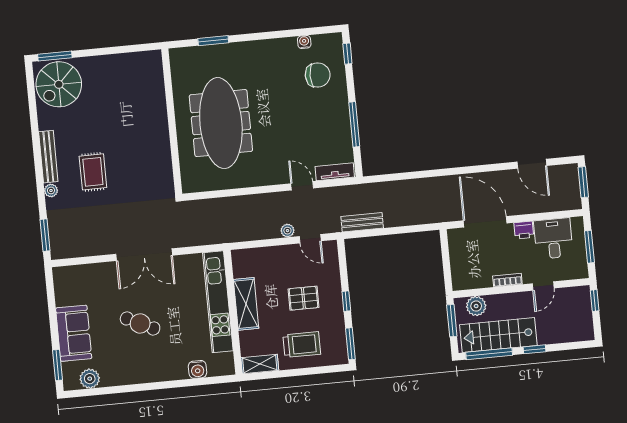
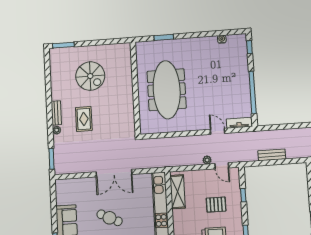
chair: (318, 75) -> (230, 60), removed
spiral stairs: (59, 84) -> (90, 76), moved, turned -90
window: (354, 124) -> (253, 92), width x1.46
bench: (48, 157) -> (56, 113), width x0.73
bench: (362, 222) -> (272, 155), moved
window: (346, 301) -> (243, 195), moved
shelving: (246, 304) -> (178, 192), moved

